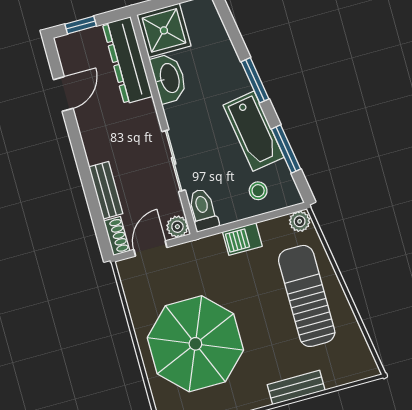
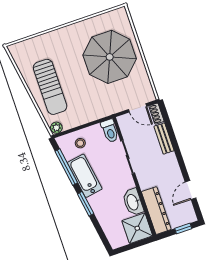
window: (286, 149) -> (66, 167), width x1.44
plant: (177, 227) -> (123, 121), removed
barbecue: (242, 239) -> (87, 116), removed
door: (150, 249) -> (138, 108), hinge flipped
bench: (296, 387) -> (53, 36), removed

